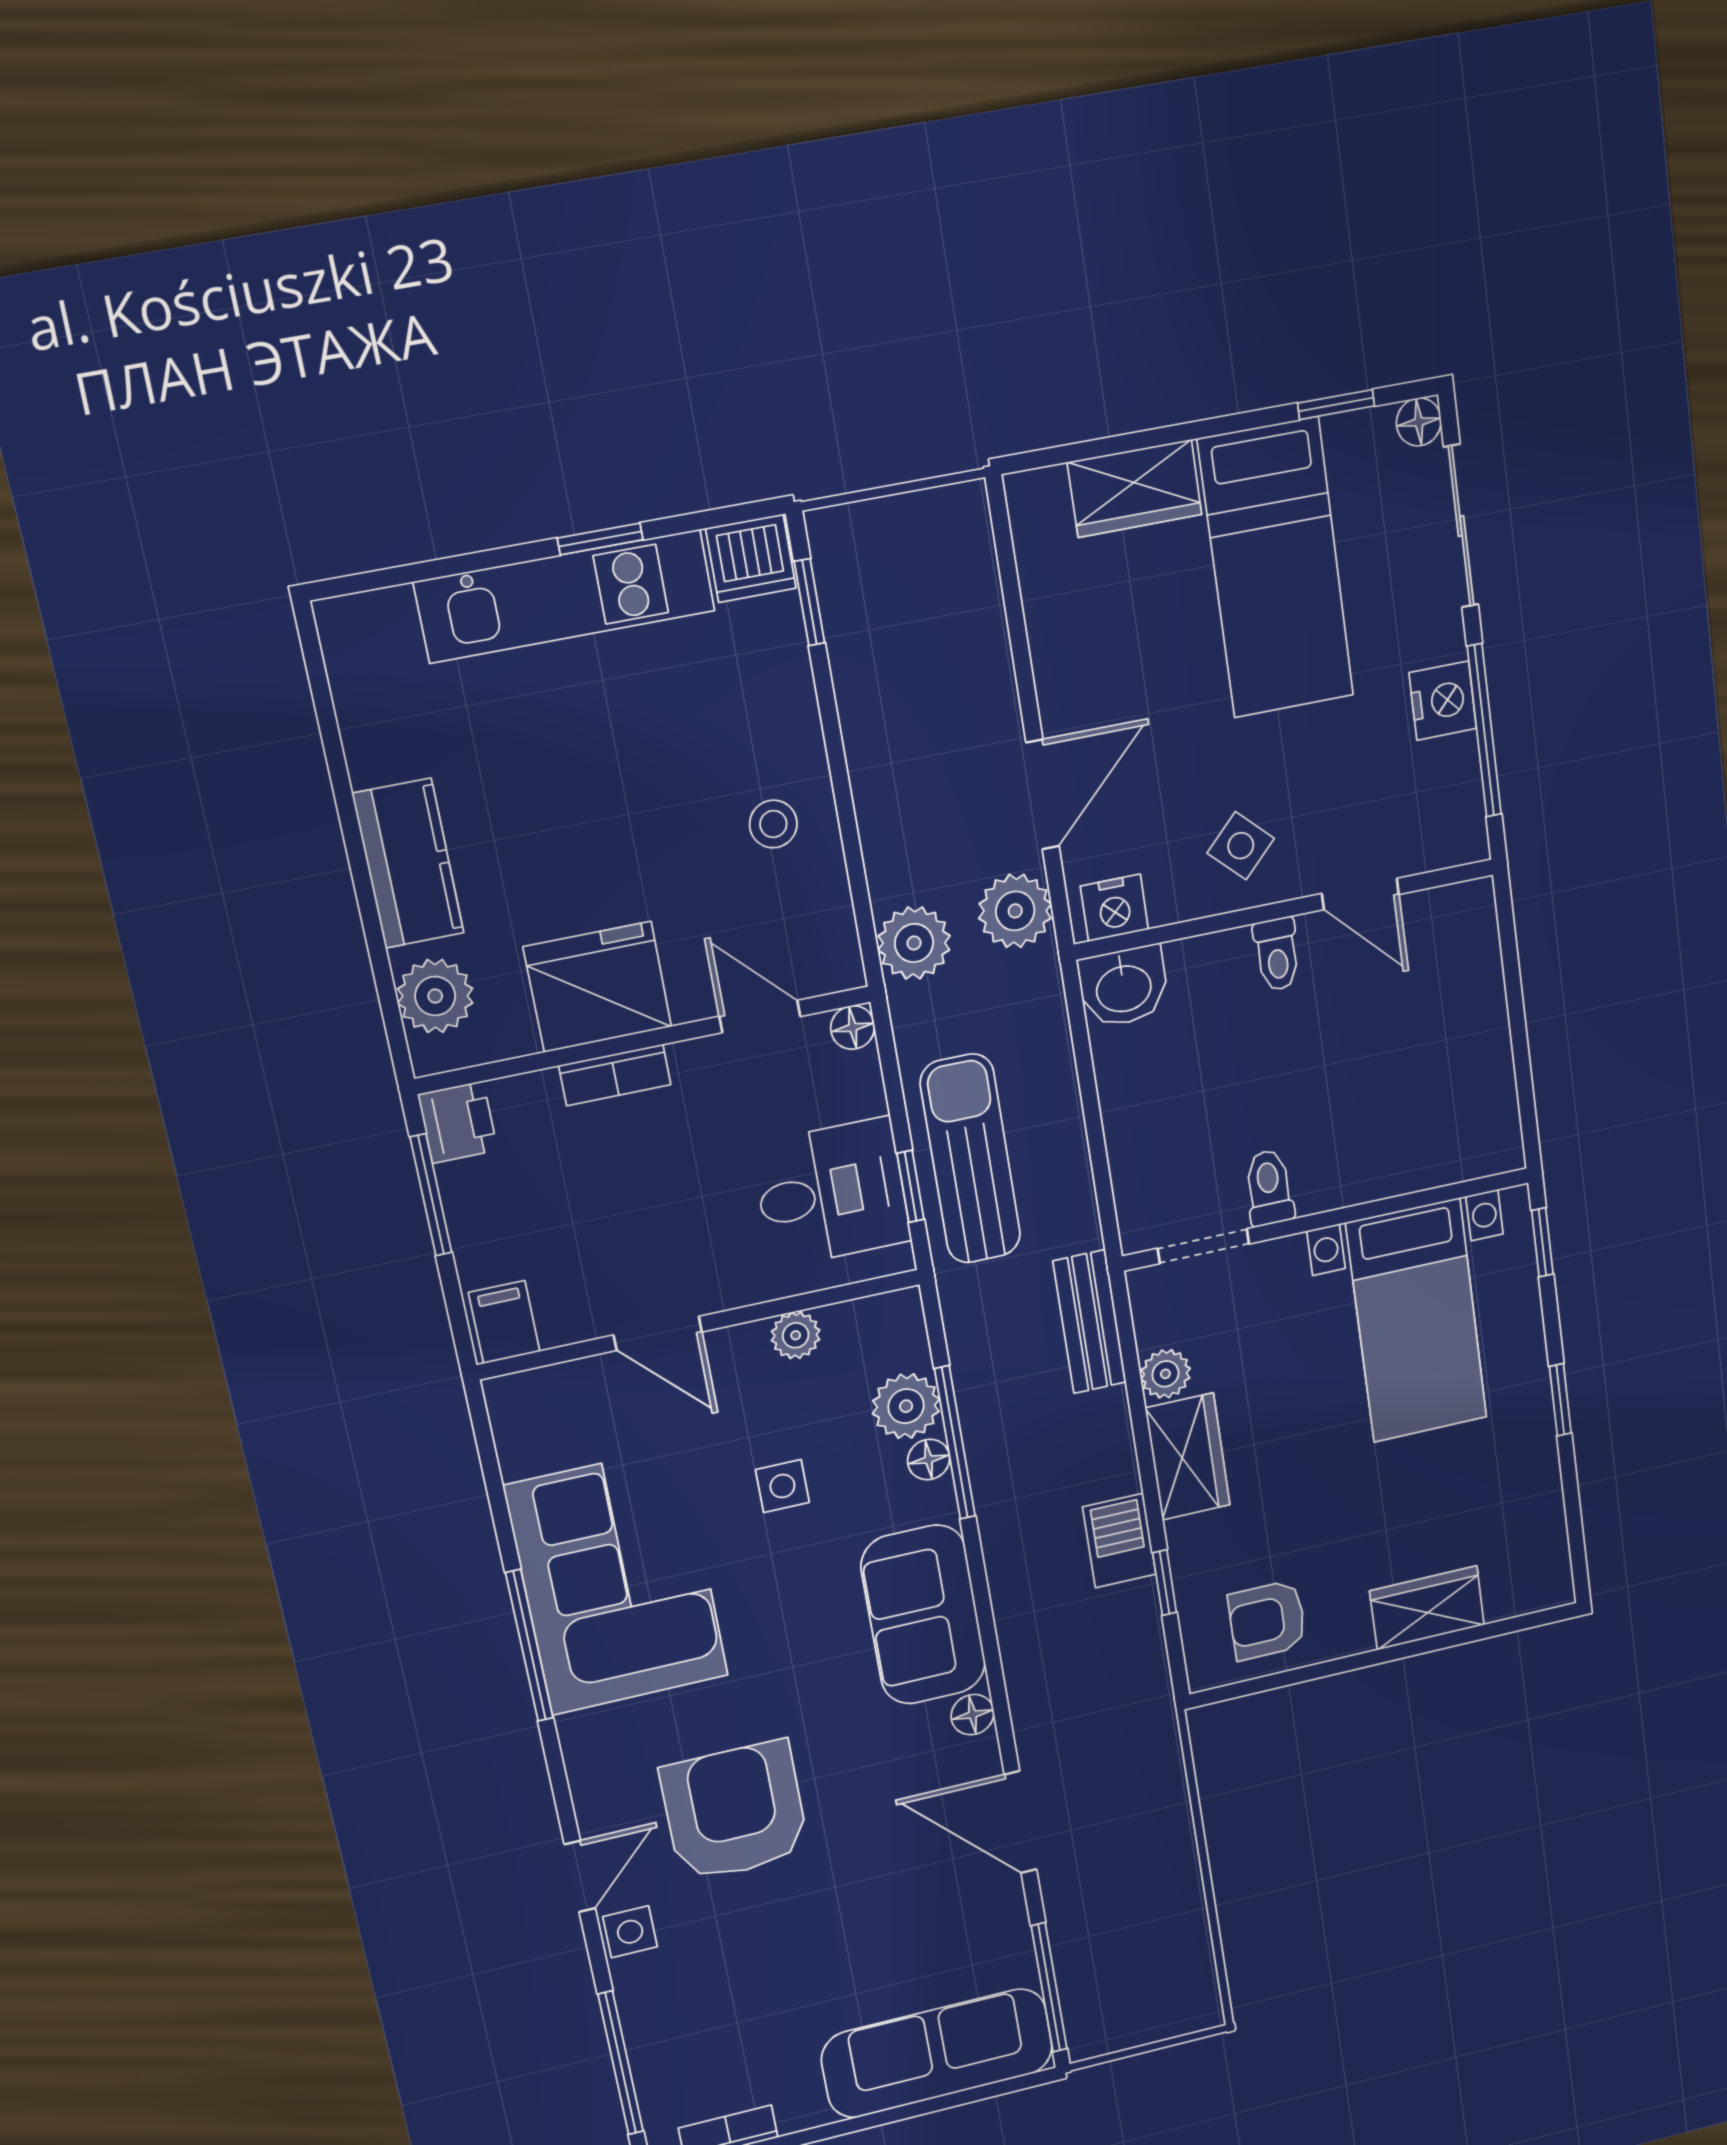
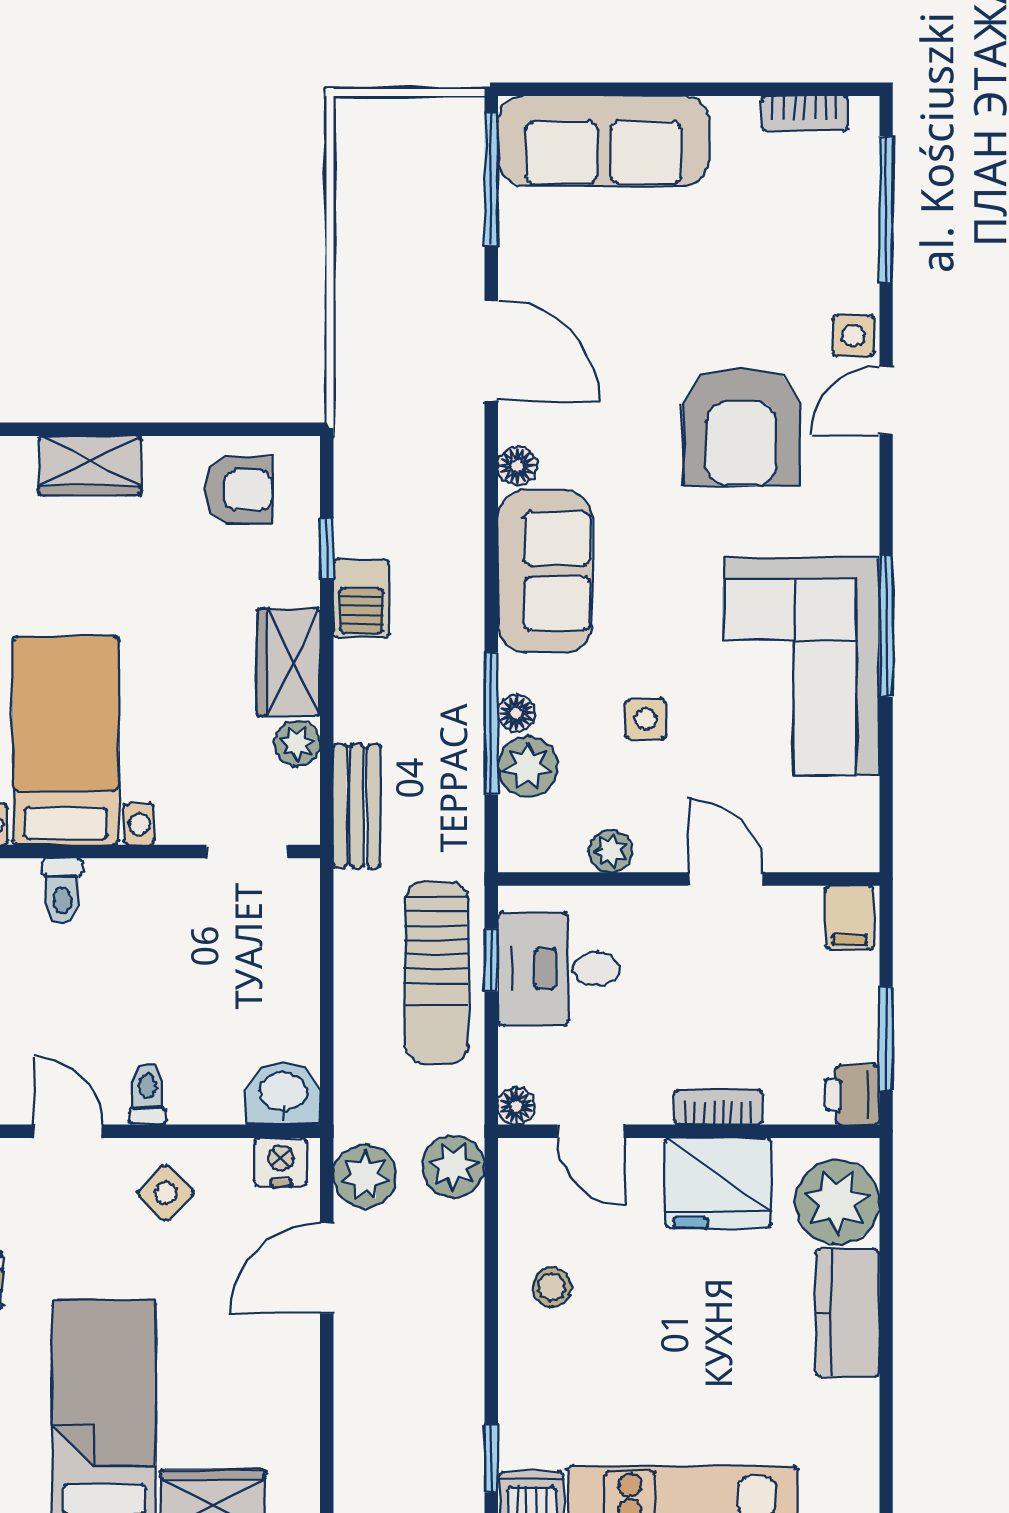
plant: (435, 996) -> (837, 1202), width x1.36, depth x1.36
toilet: (1269, 1188) -> (62, 891), moved

